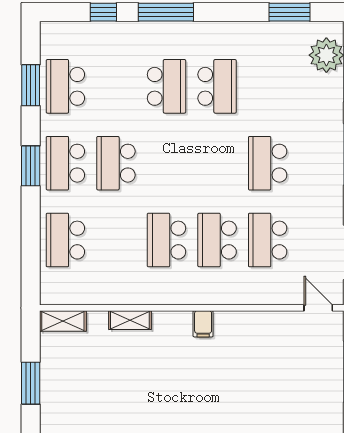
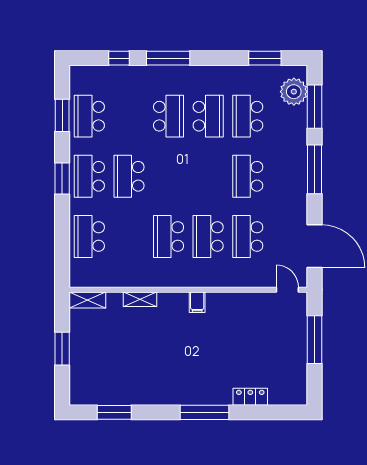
school desk: (268, 86) -> (248, 116), added

